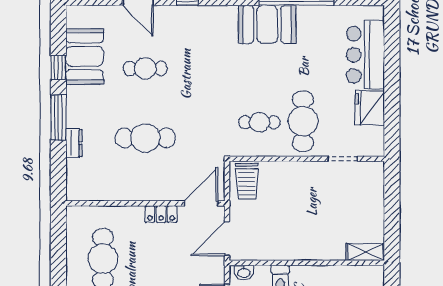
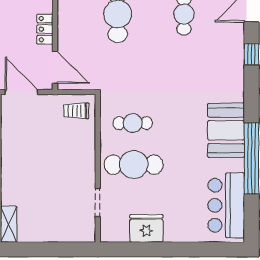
bar counter: (365, 55) -> (226, 205), moved, turned -90
cafe table: (260, 122) -> (133, 123), turned 90
trolley: (247, 181) -> (76, 111), width x0.73, depth x0.72

